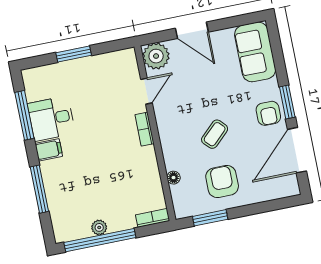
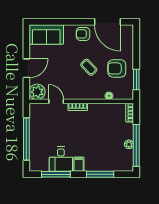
window: (74, 54) -> (26, 139), width x2.11
window: (287, 102) -> (79, 22), removed
armchair: (268, 113) -> (83, 34), turned 180

